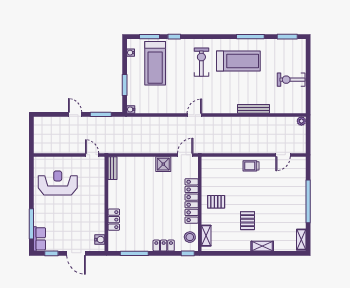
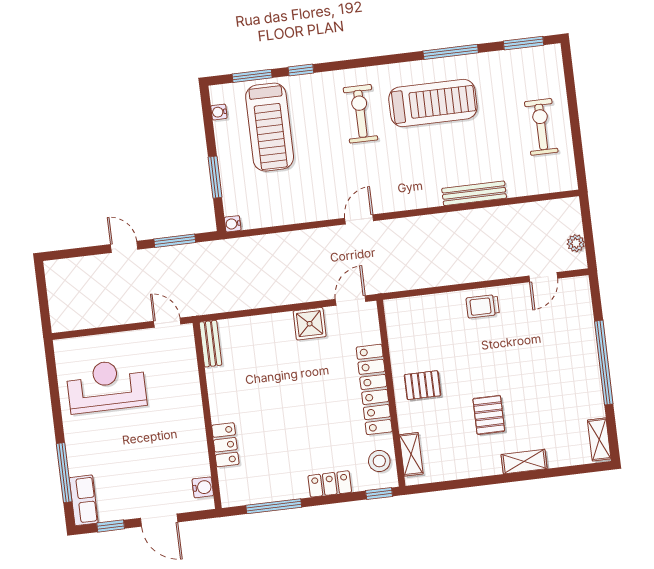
exercise bike: (291, 80) -> (541, 127), turned 90
plant: (301, 121) -> (576, 243), moved

